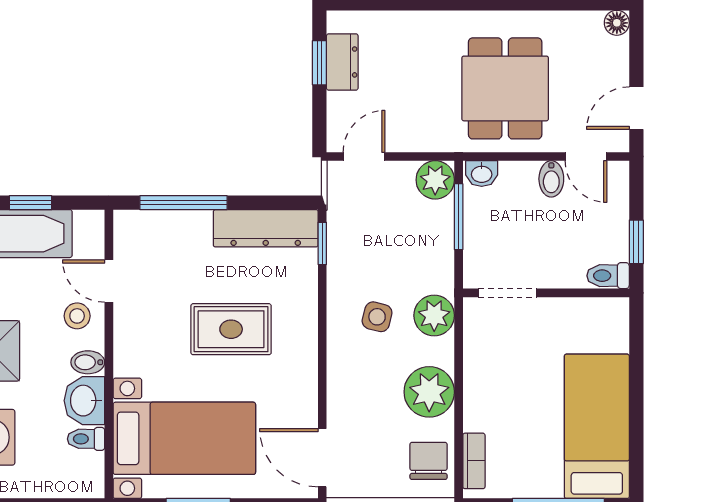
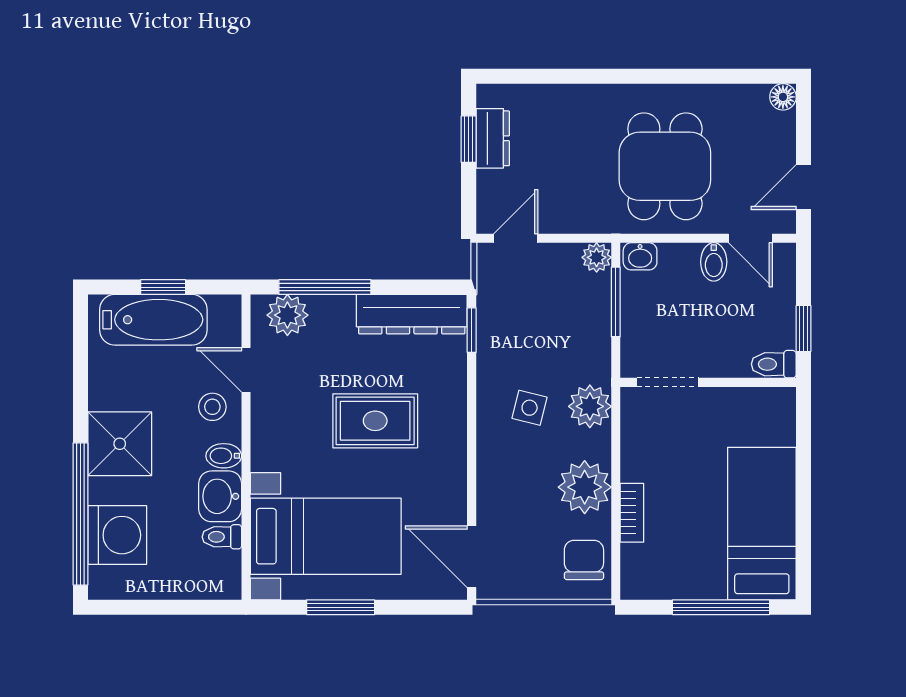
plant: (435, 180) -> (597, 257), width x0.73, depth x0.73
plant: (148, 229) -> (287, 315), added
bookcase: (474, 461) -> (632, 513), moved

